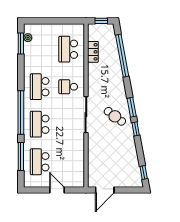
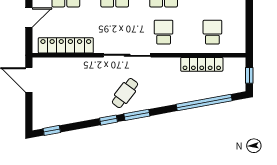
school desk: (68, 49) -> (212, 32), width x0.54
locker: (93, 52) -> (202, 64), width x1.53
locker: (78, 162) -> (66, 45), added

